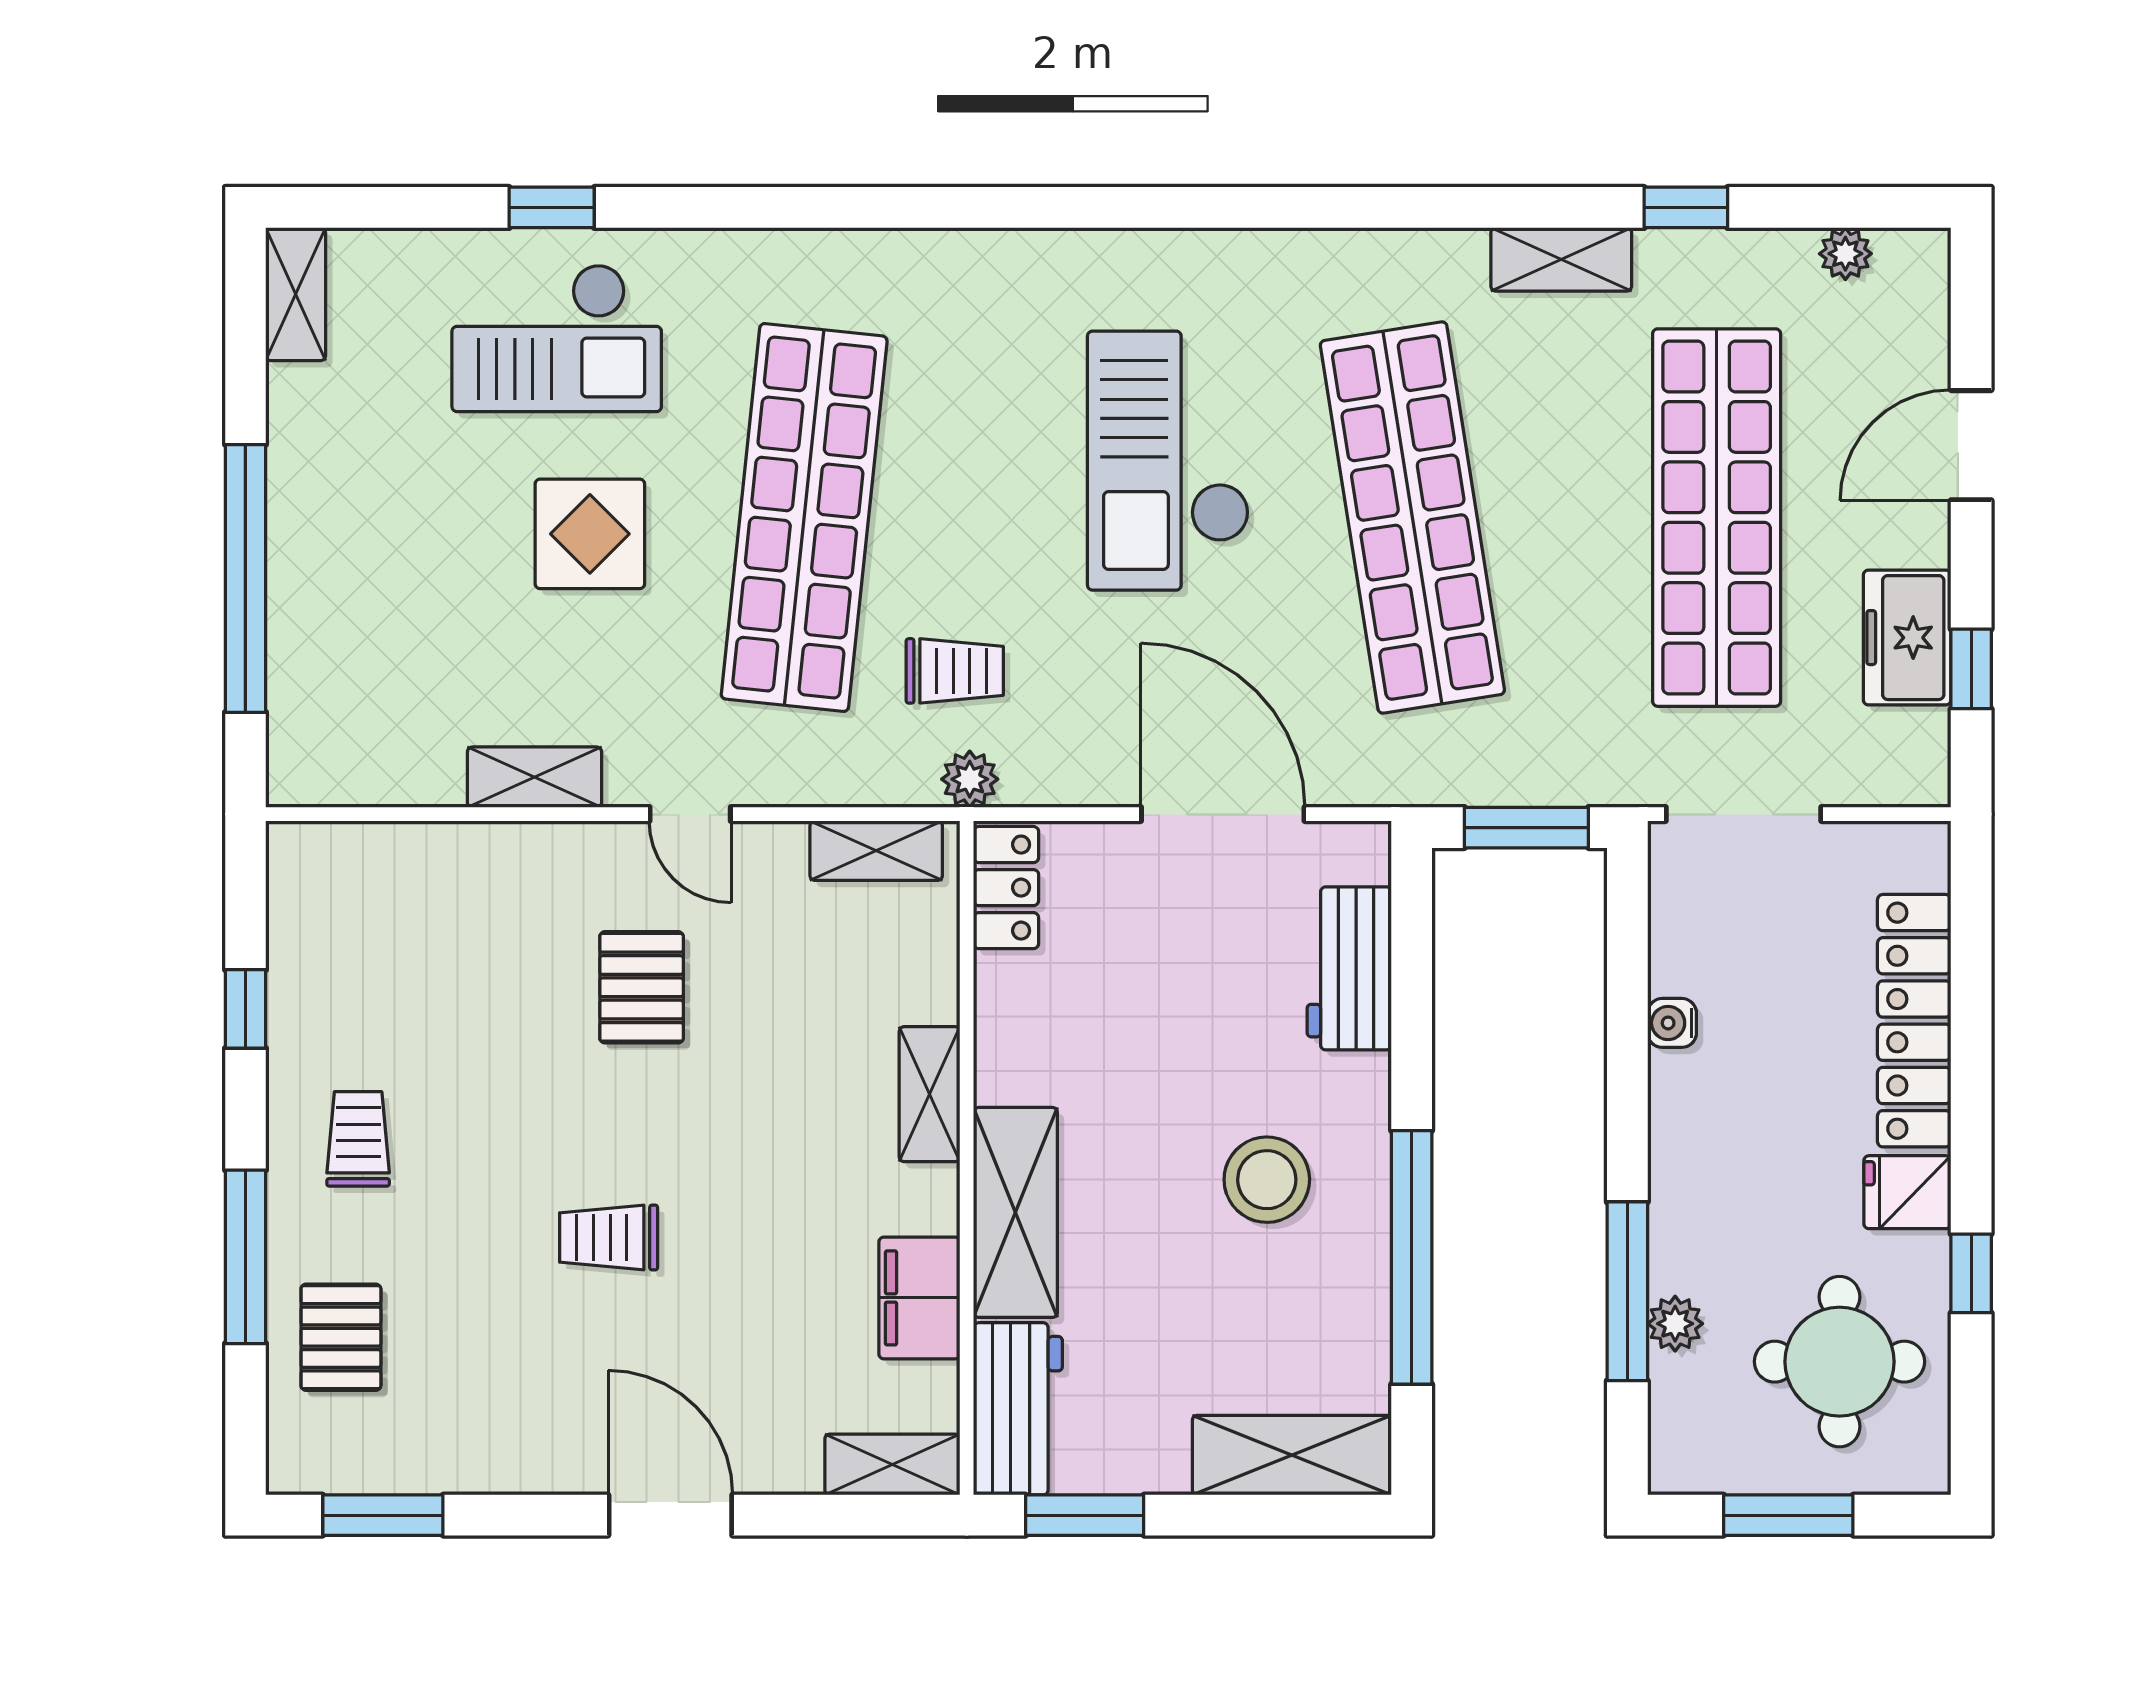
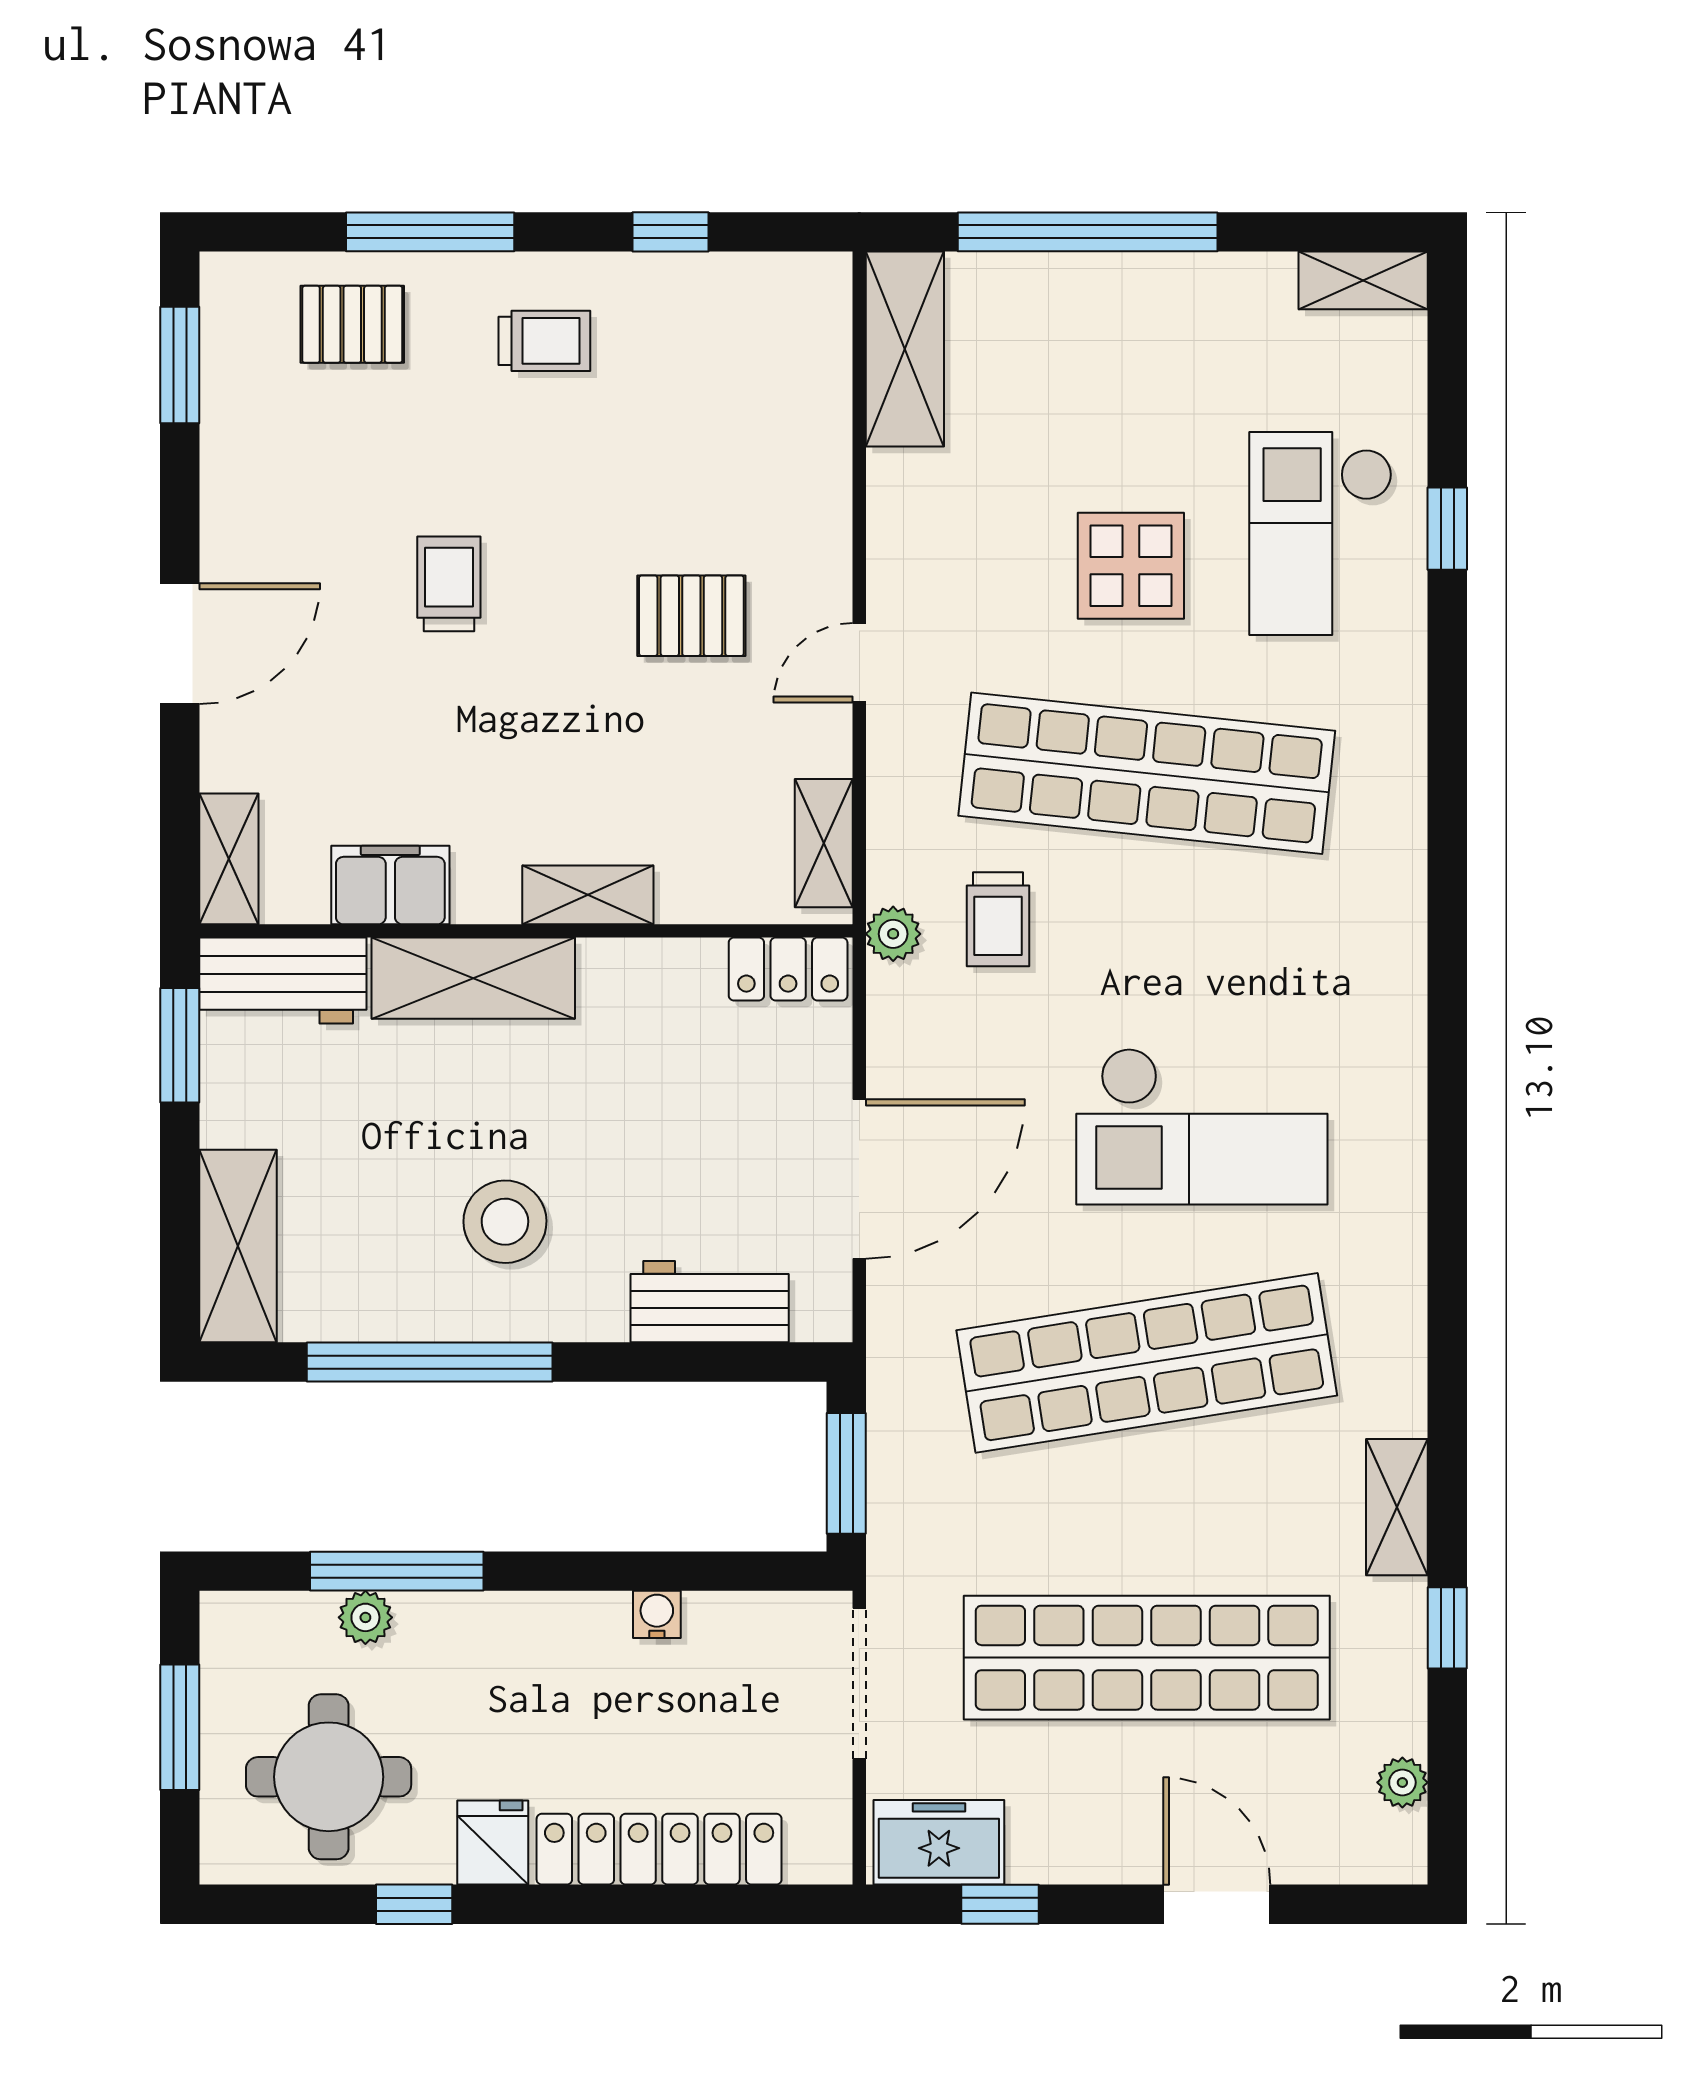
checkout: (1168, 461) -> (1202, 1126), turned 180
freezer: (1907, 638) -> (939, 1842), moved
shelving: (534, 777) -> (905, 349), moved, width x1.50, depth x1.33

